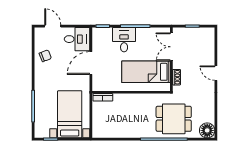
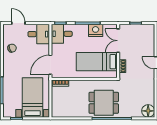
nightstand: (145, 35) -> (96, 30), added
desk: (124, 40) -> (62, 34), moved, turned -90
door: (91, 63) -> (50, 65), moved
dining table: (174, 119) -> (104, 103), moved

